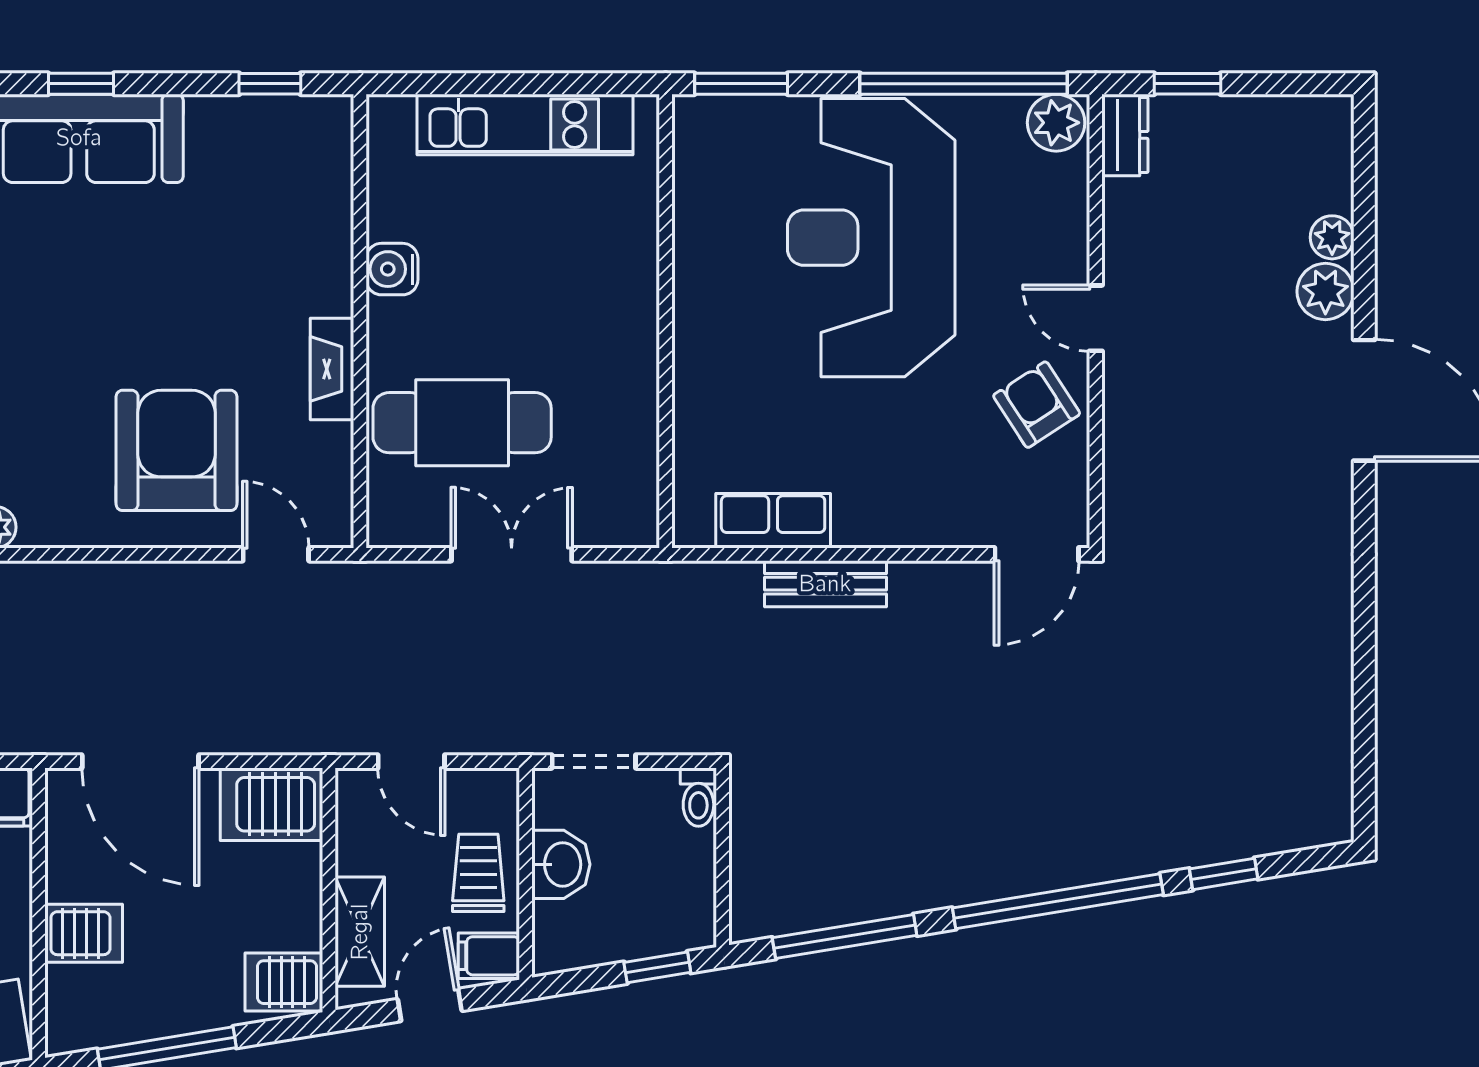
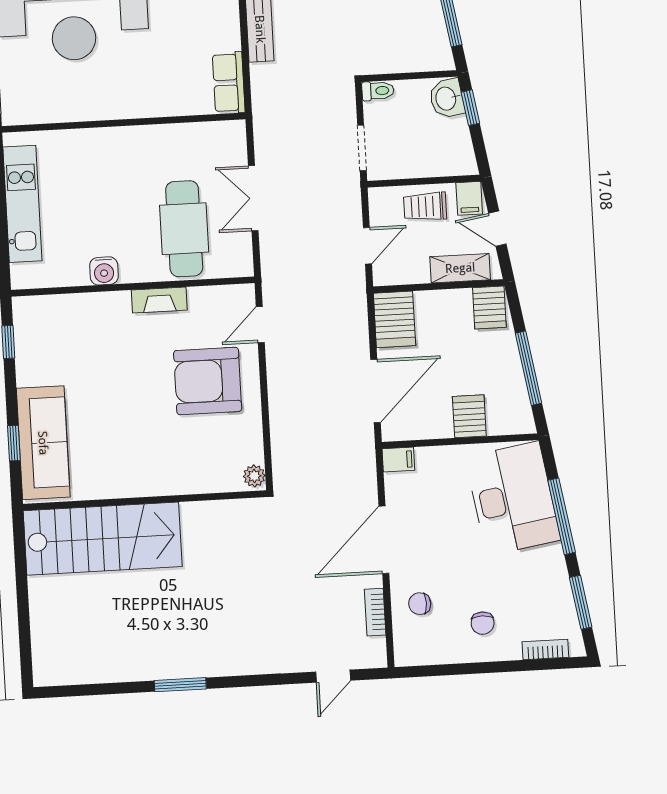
row of seats: (773, 521) -> (229, 83), moved
washbasin: (561, 864) -> (447, 98), moved, turned -99

